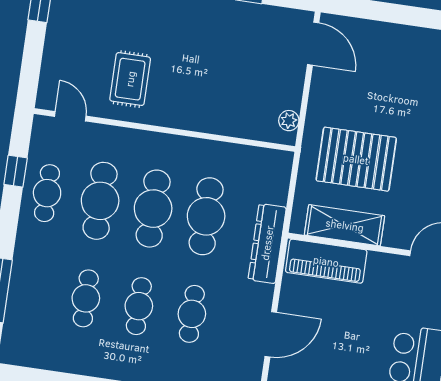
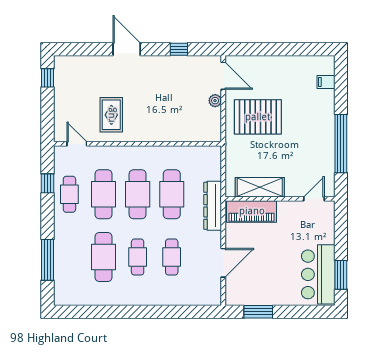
plant: (289, 121) -> (215, 101), moved
pallet: (356, 159) -> (258, 117), moved
cafe table: (86, 298) -> (104, 257), width x1.37, depth x1.35

